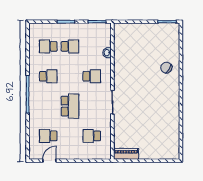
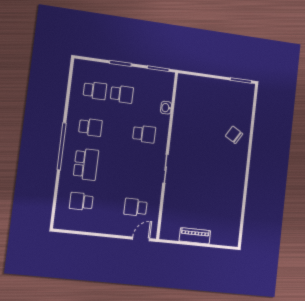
school desk: (48, 46) -> (95, 91), turned 180
school desk: (70, 106) -> (86, 164), moved
piano: (126, 154) -> (195, 236), moved
door: (49, 161) -> (141, 239), moved

